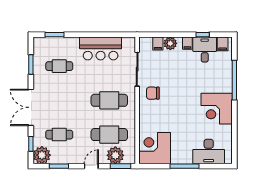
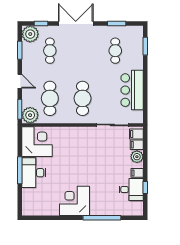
filing cabinet: (223, 44) -> (136, 134), moved
chair: (153, 93) -> (89, 140), removed
desk: (209, 151) -> (34, 173), moved
plant: (115, 155) -> (30, 115), moved

